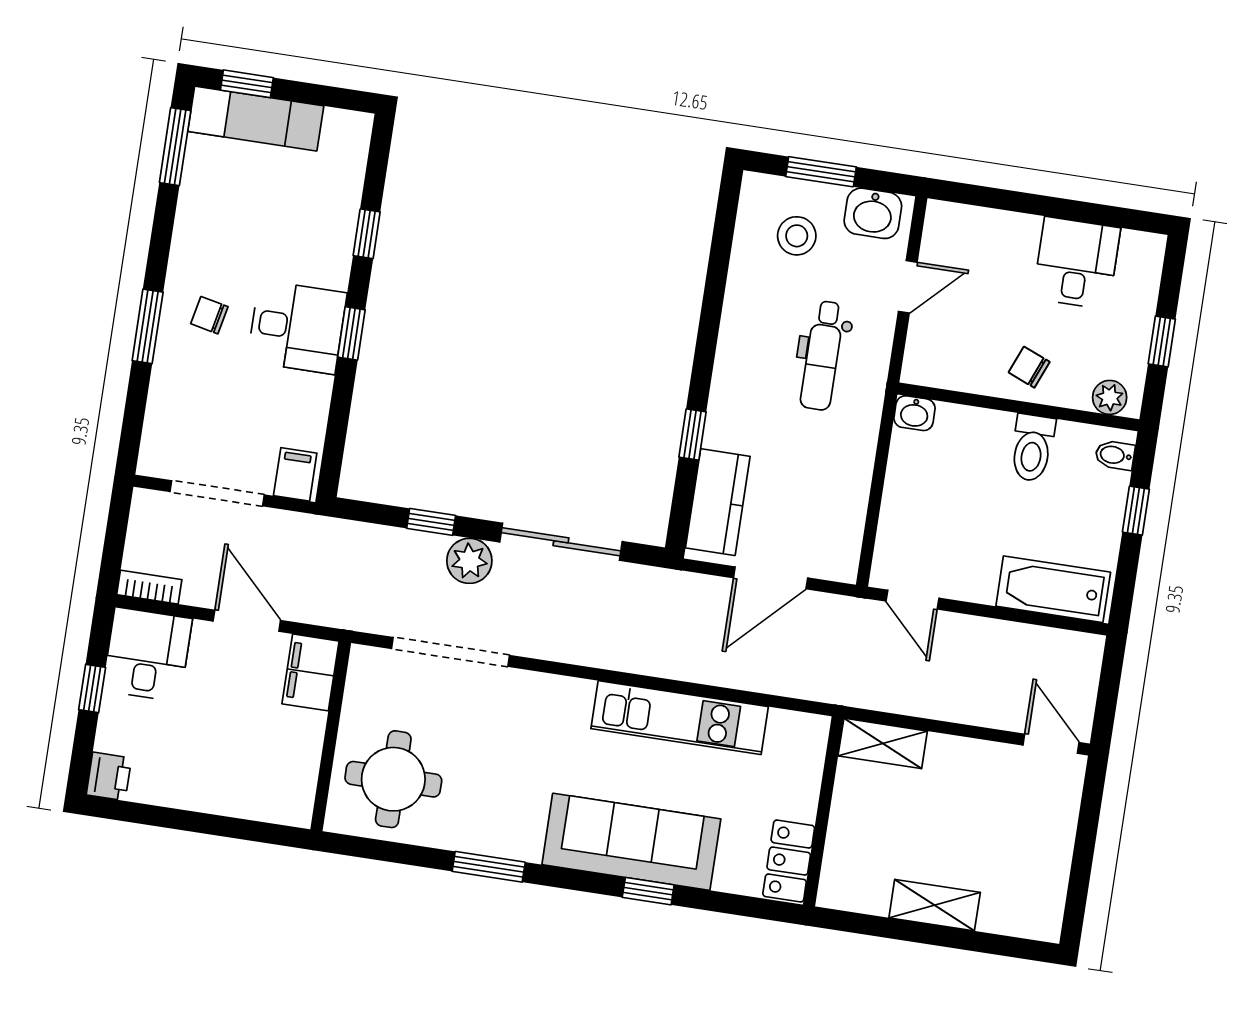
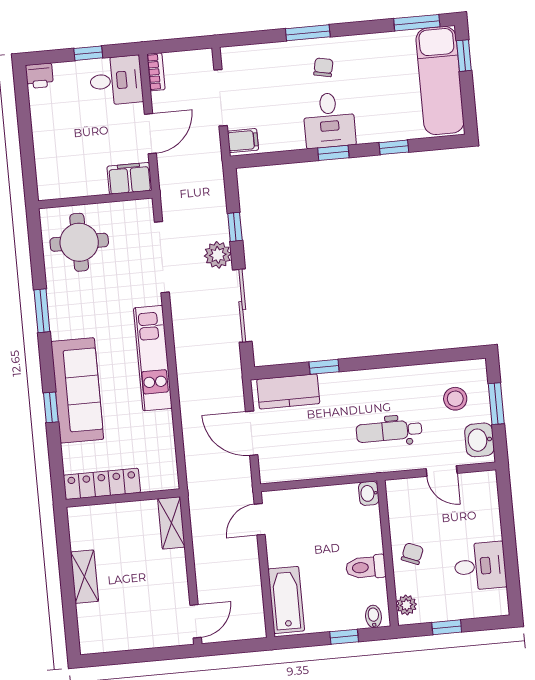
exam couch: (256, 119) -> (440, 81), width x1.36, depth x1.45
kitchen unit: (680, 718) -> (153, 358), moved
locker: (789, 861) -> (102, 484), width x1.53

